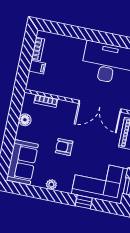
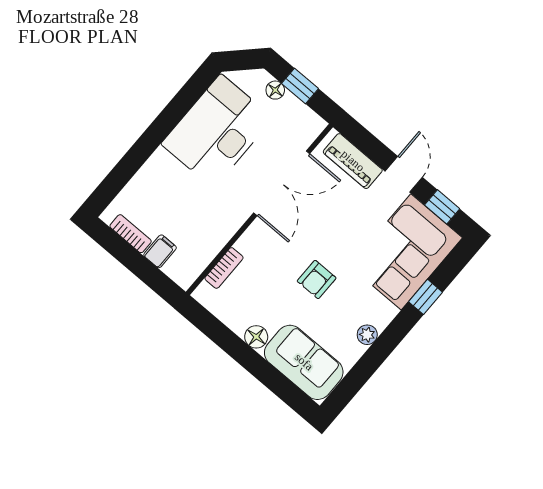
floor lamp: (25, 120) -> (256, 337), moved

